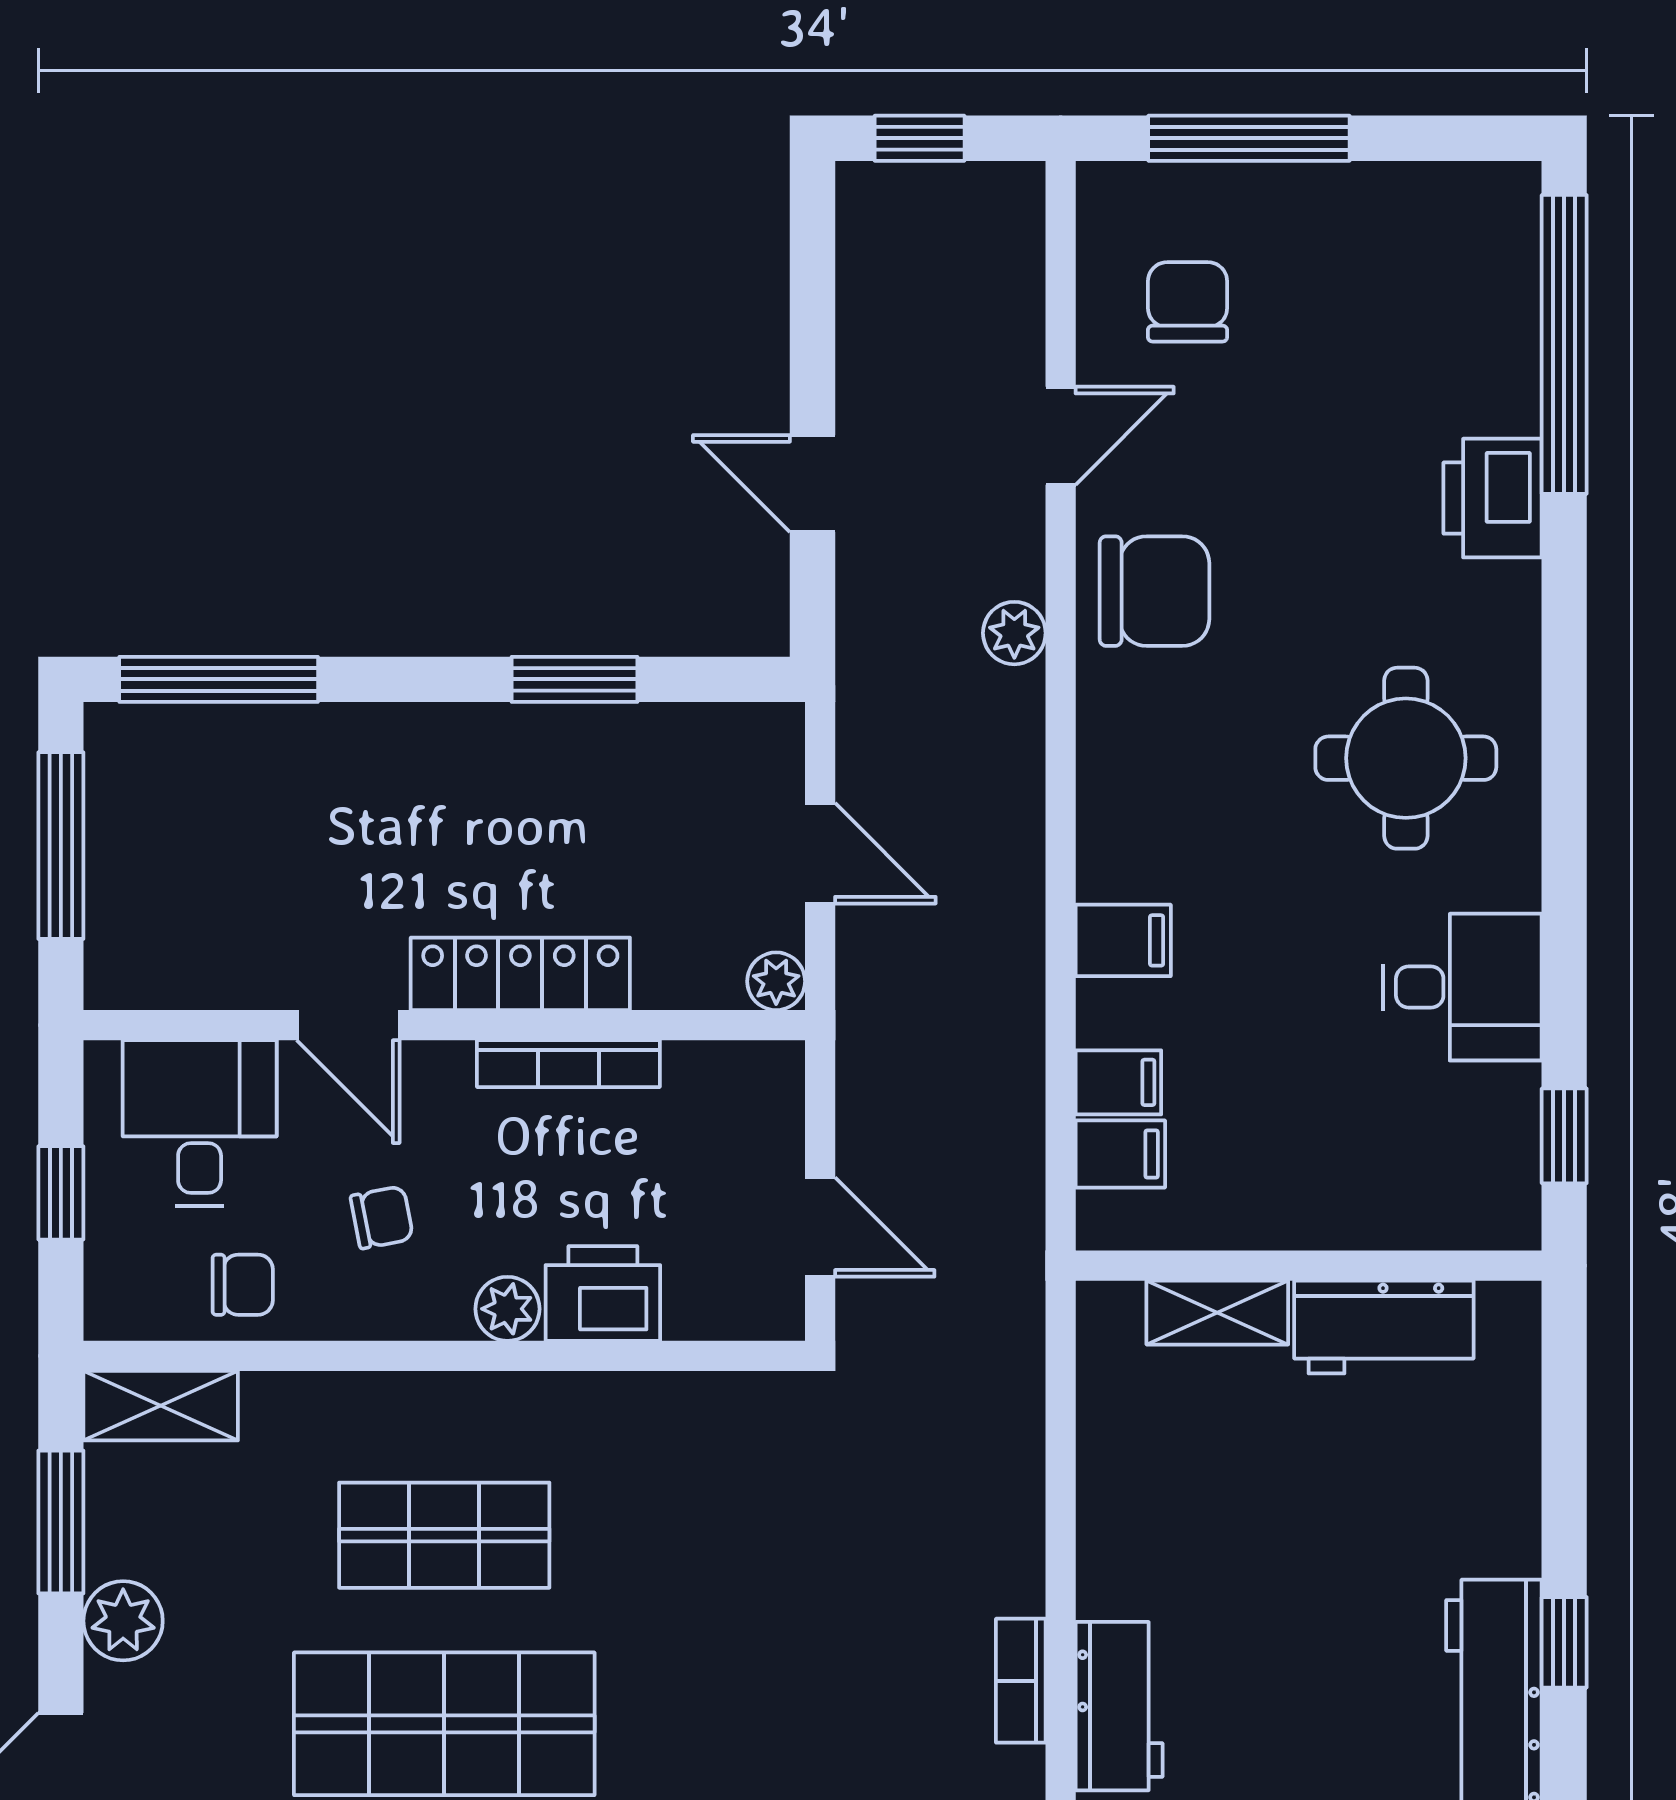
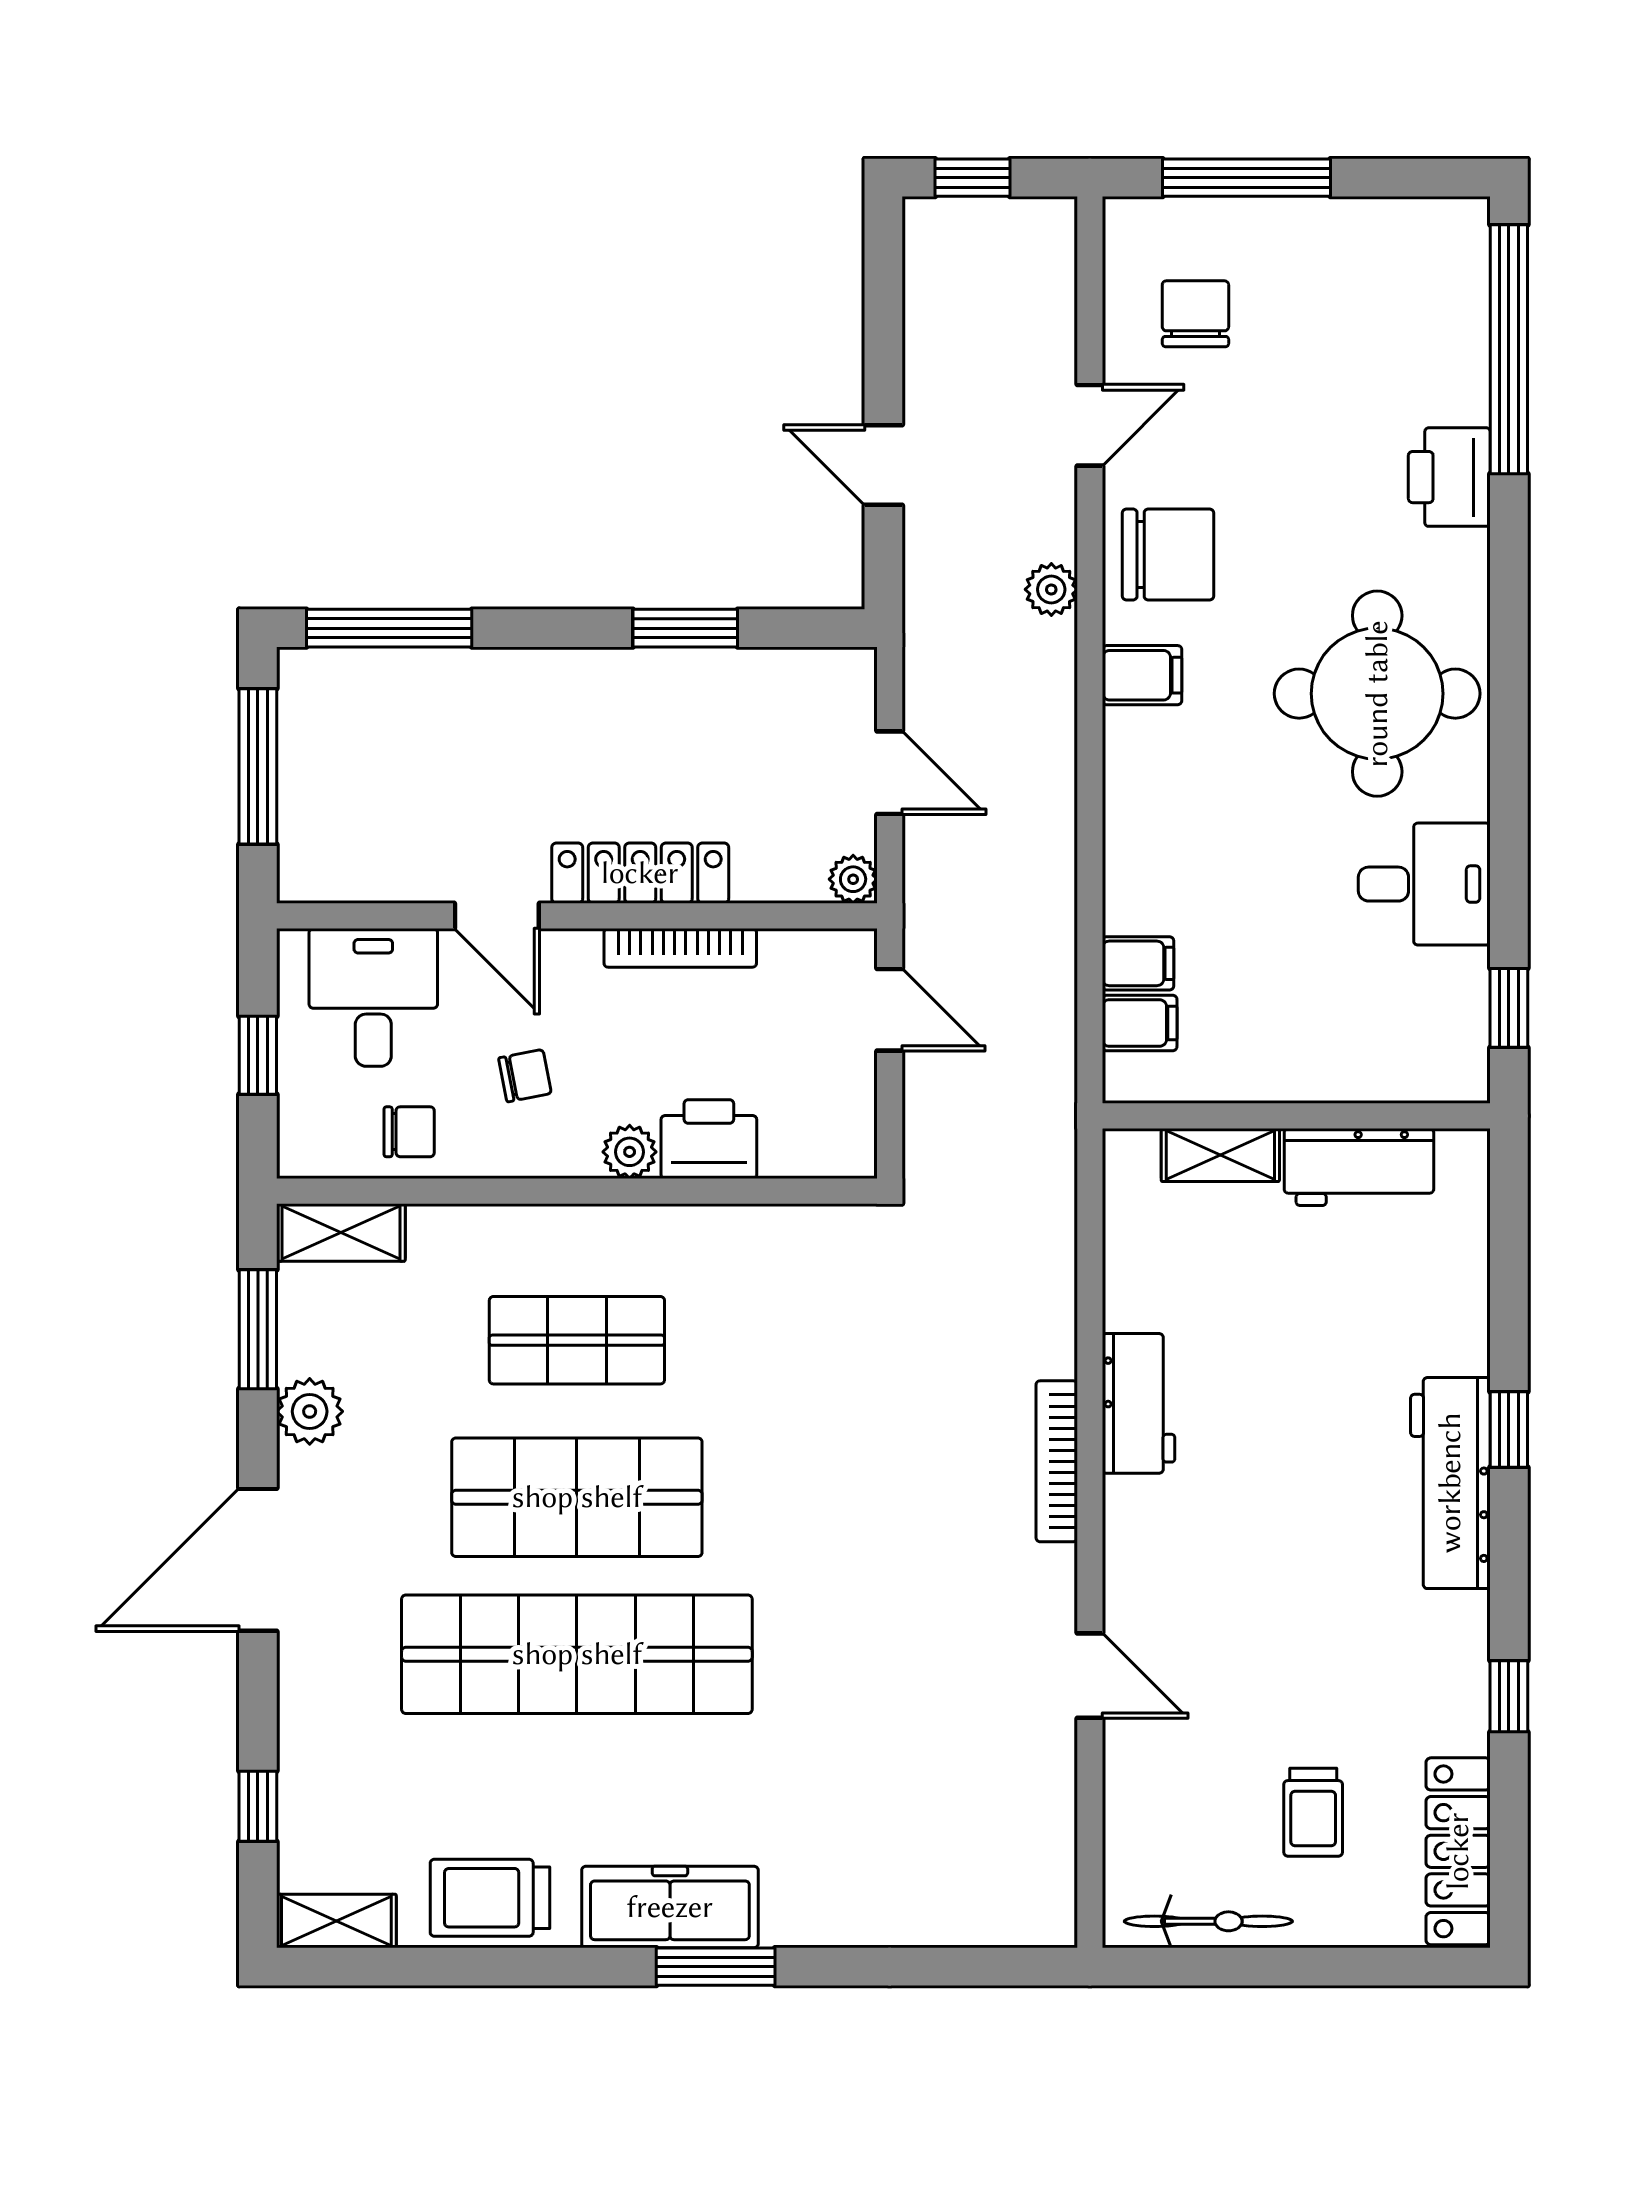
round table: (1406, 758) -> (1377, 694), width x1.36, depth x1.36
filing cabinet: (1123, 940) -> (1142, 675), moved
door: (820, 1227) -> (890, 1010), moved
bookcase: (1021, 1681) -> (1057, 1461), width x1.56
workbench: (1119, 1706) -> (1139, 1403), moved

